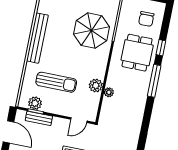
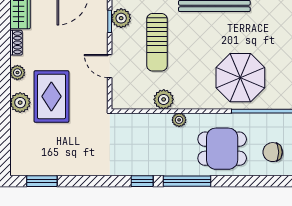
window: (161, 48) -> (142, 181), moved
plant: (109, 92) -> (179, 120), moved
bench: (39, 118) -> (101, 28), removed
door: (79, 120) -> (110, 66), moved

